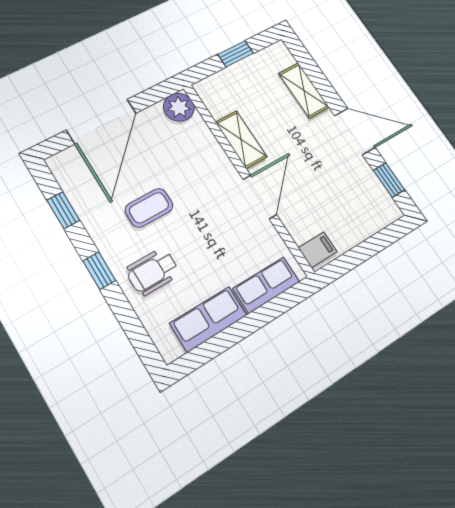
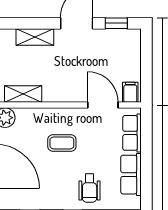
shelving: (241, 139) -> (23, 94), moved
door: (260, 197) -> (103, 105), moved
coffee table: (149, 208) -> (62, 143), moved, turned 90

